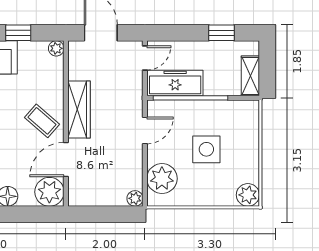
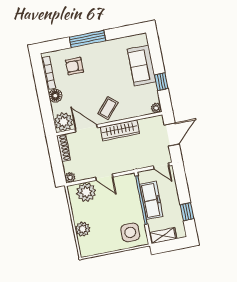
freezer: (175, 83) -> (151, 200), moved
door: (145, 130) -> (104, 177), moved
side table: (206, 149) -> (130, 232), moved
plant: (248, 195) -> (83, 229), moved
shoe rack: (88, 199) -> (64, 148), added

